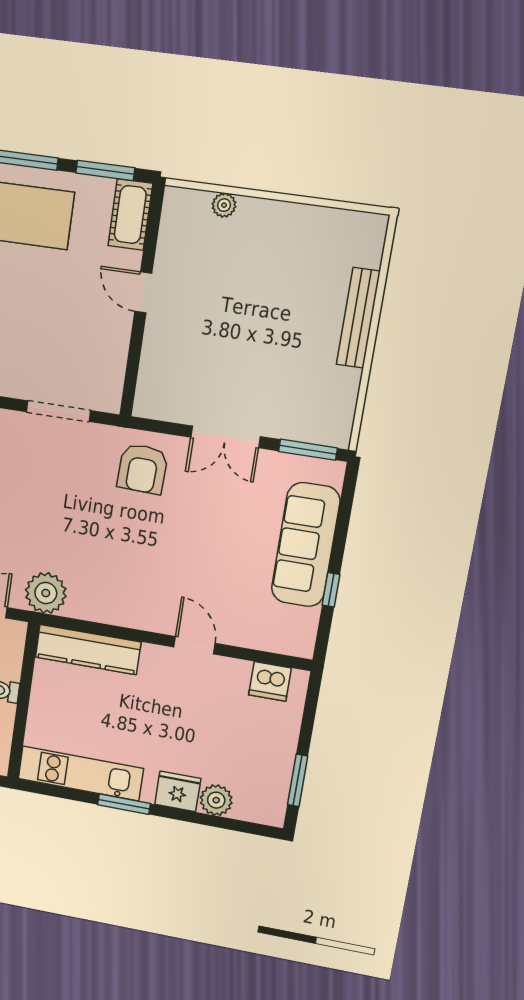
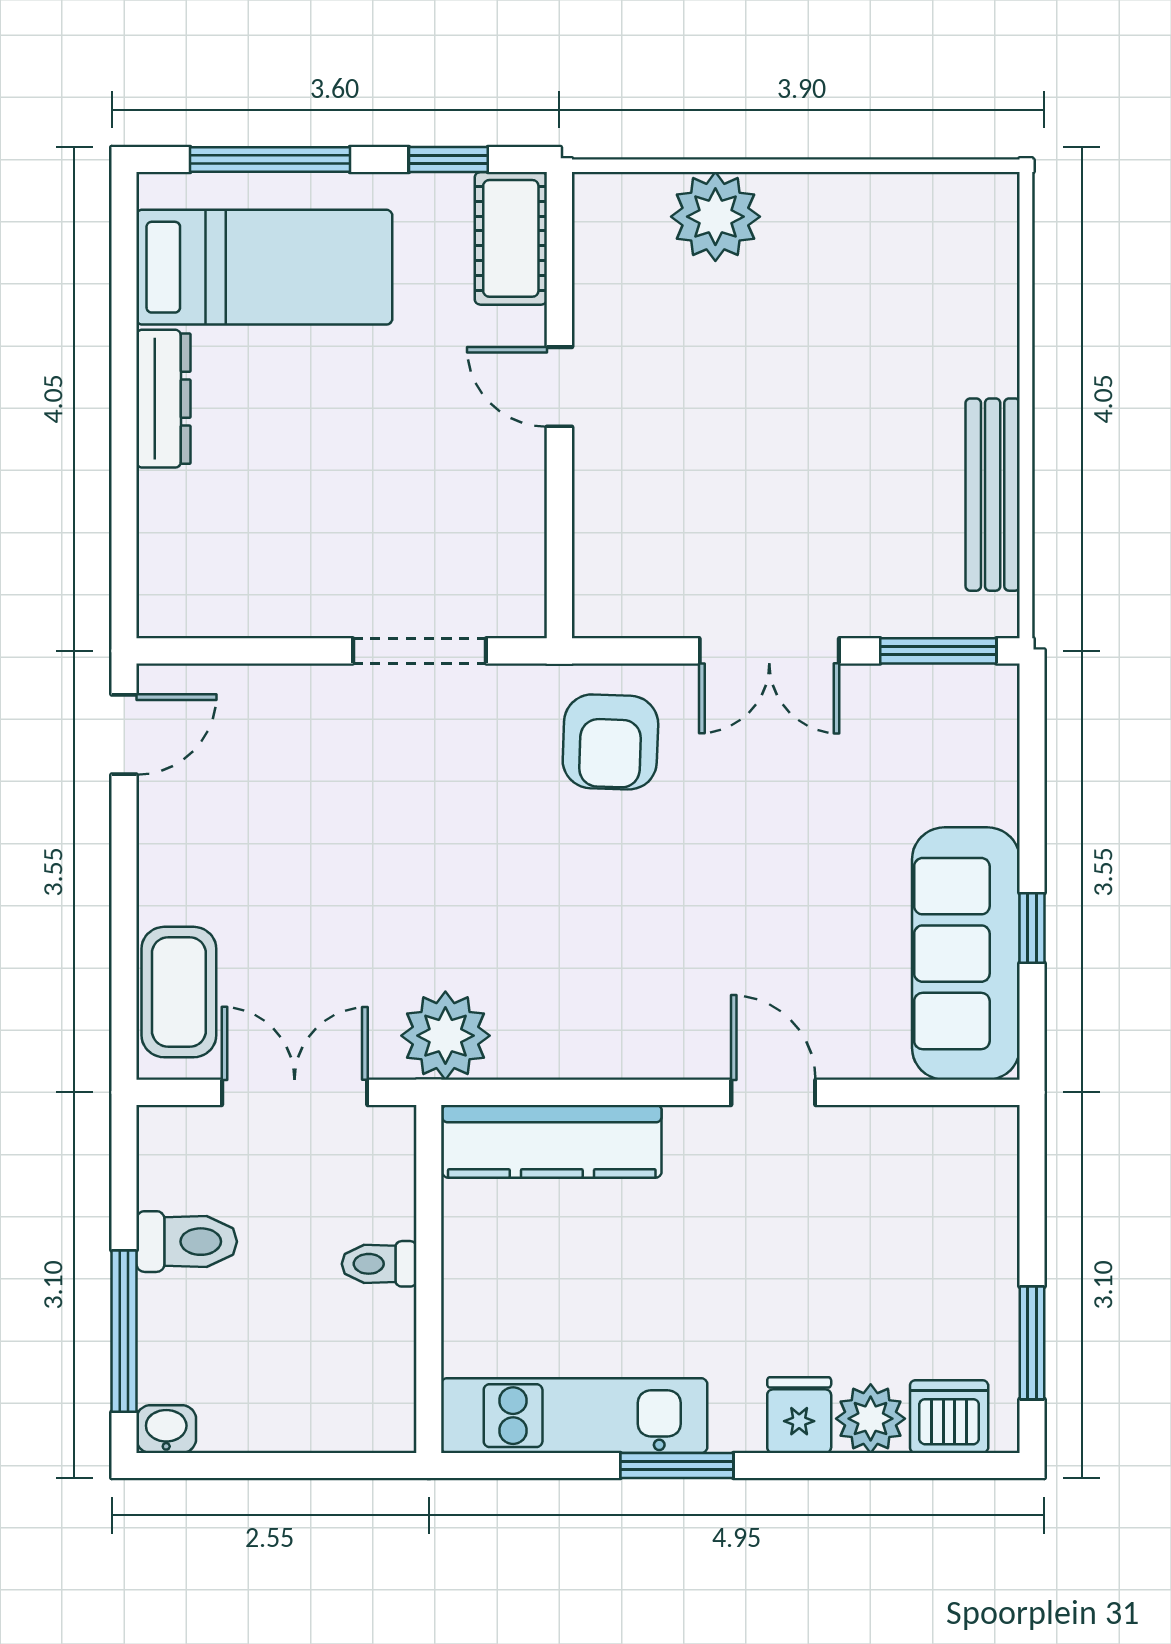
window: (105, 170) -> (448, 160), width x0.67
plant: (224, 205) -> (715, 217), width x1.88, depth x1.88
bench: (358, 318) -> (993, 495), moved
sofa: (306, 545) -> (966, 954), moved
dishwasher: (270, 681) -> (949, 1417), moved, turned 180
fridge: (178, 791) -> (799, 1415), width x0.72

